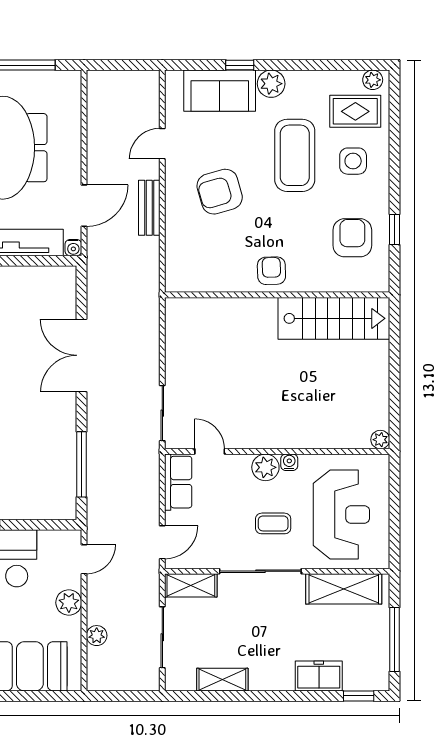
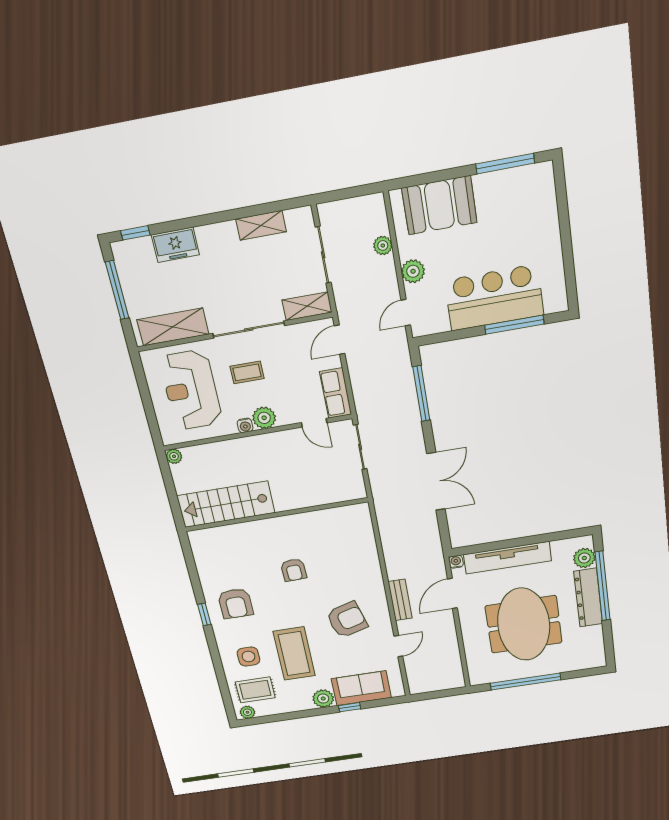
wall: (277, 295) -> (276, 515), moved
stairs: (334, 318) -> (226, 504), moved

